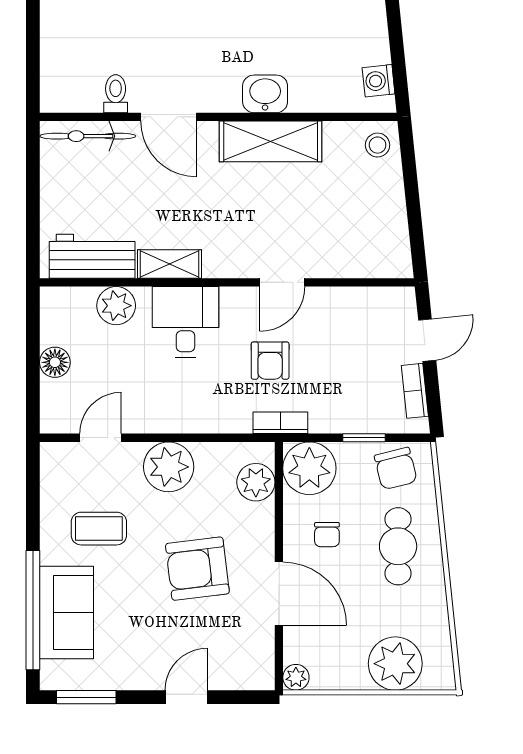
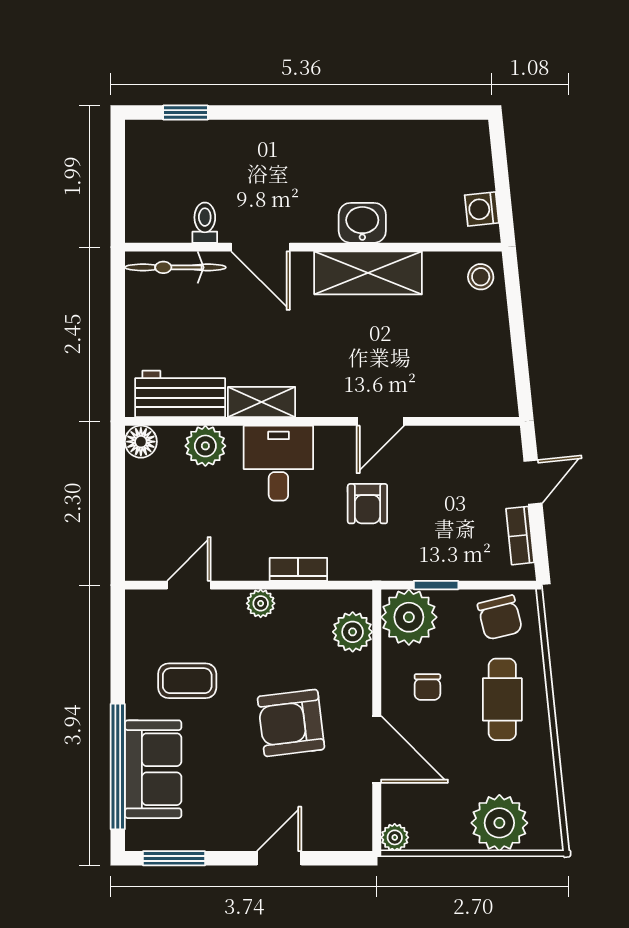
floor lamp: (55, 362) -> (141, 442), moved
bookcase: (280, 423) -> (298, 569), moved
window: (364, 438) -> (436, 585), moved
plant: (169, 467) -> (261, 603), width x0.53, depth x0.53

